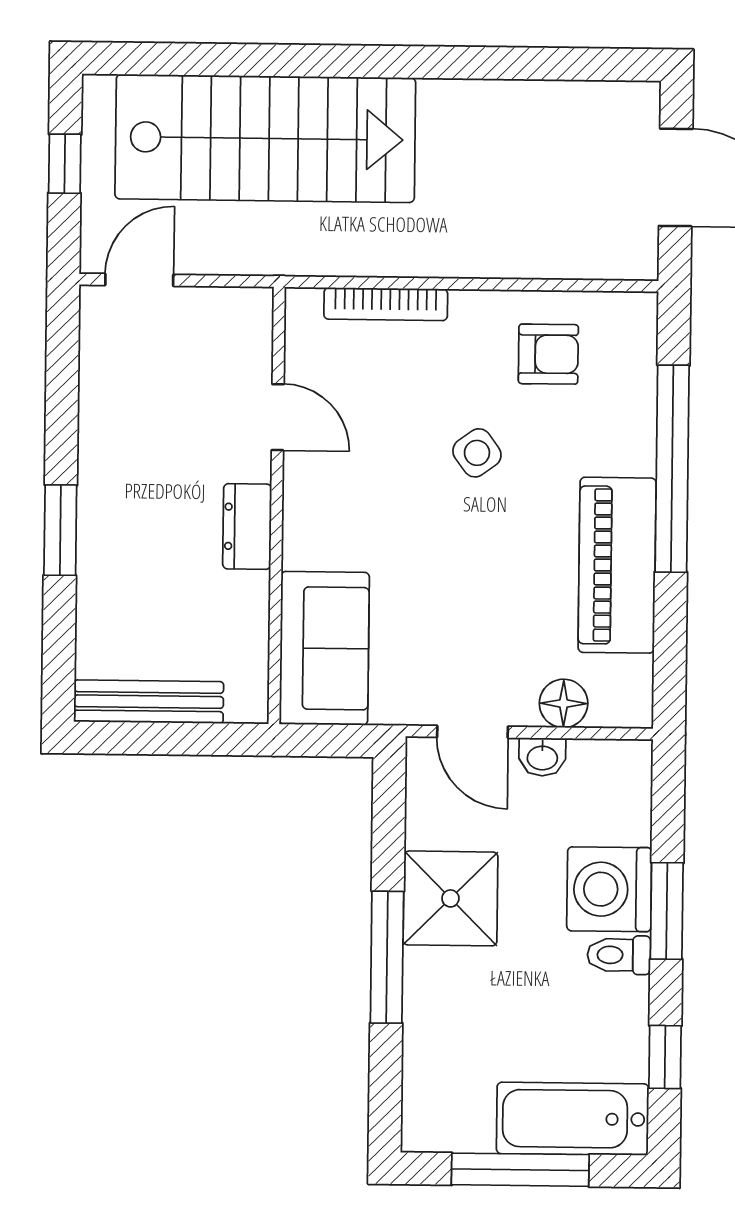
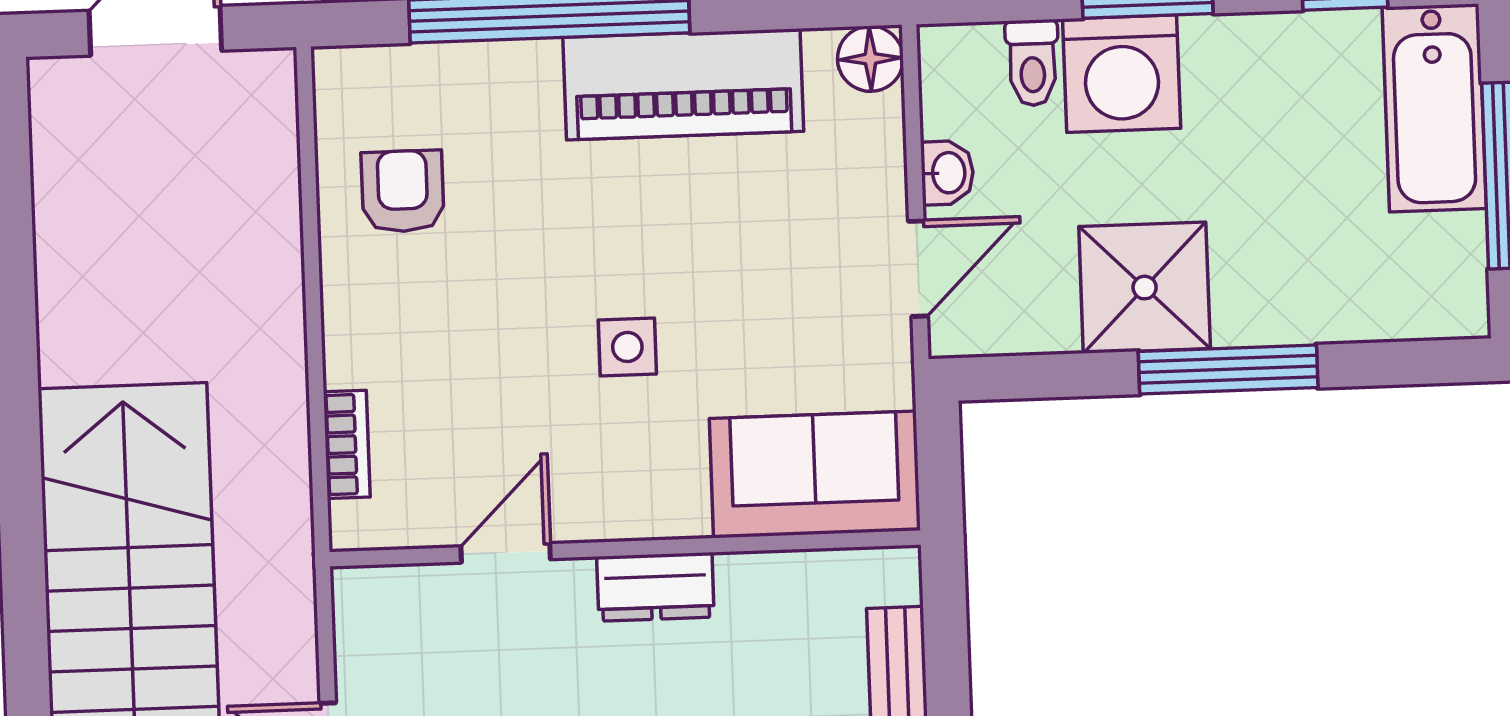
bookcase: (386, 304) -> (347, 444), width x0.64
side table: (477, 453) -> (627, 347), moved, turned 36
floor lamp: (564, 703) -> (870, 59), moved
toilet: (619, 955) -> (1032, 63), moved

